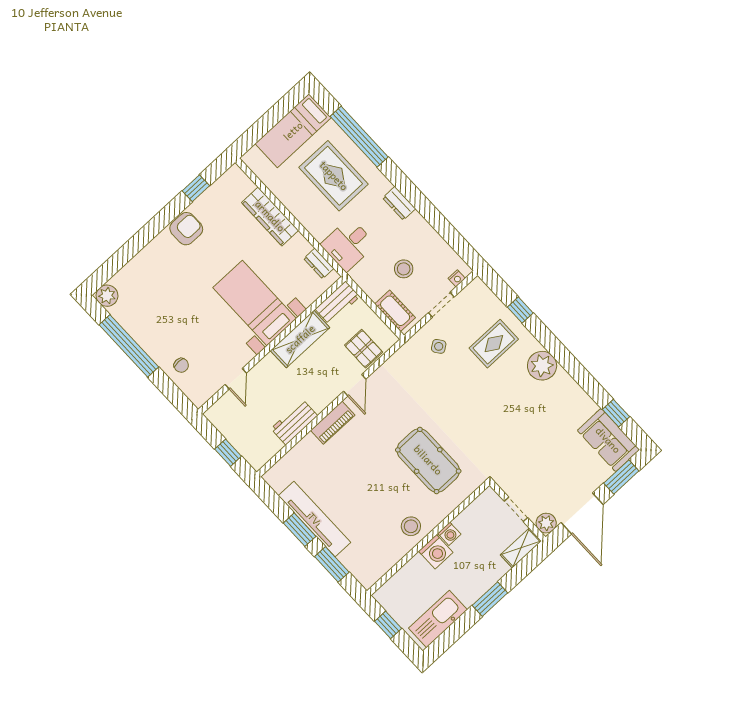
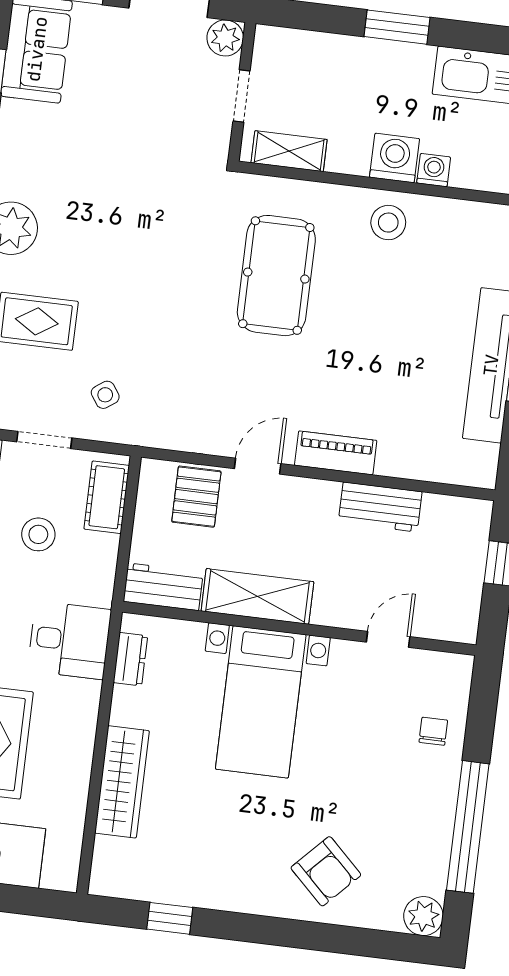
armchair: (186, 229) -> (326, 871), moved, turned -136
washing machine: (449, 534) -> (434, 170), moved
shelving: (521, 548) -> (289, 151), moved

